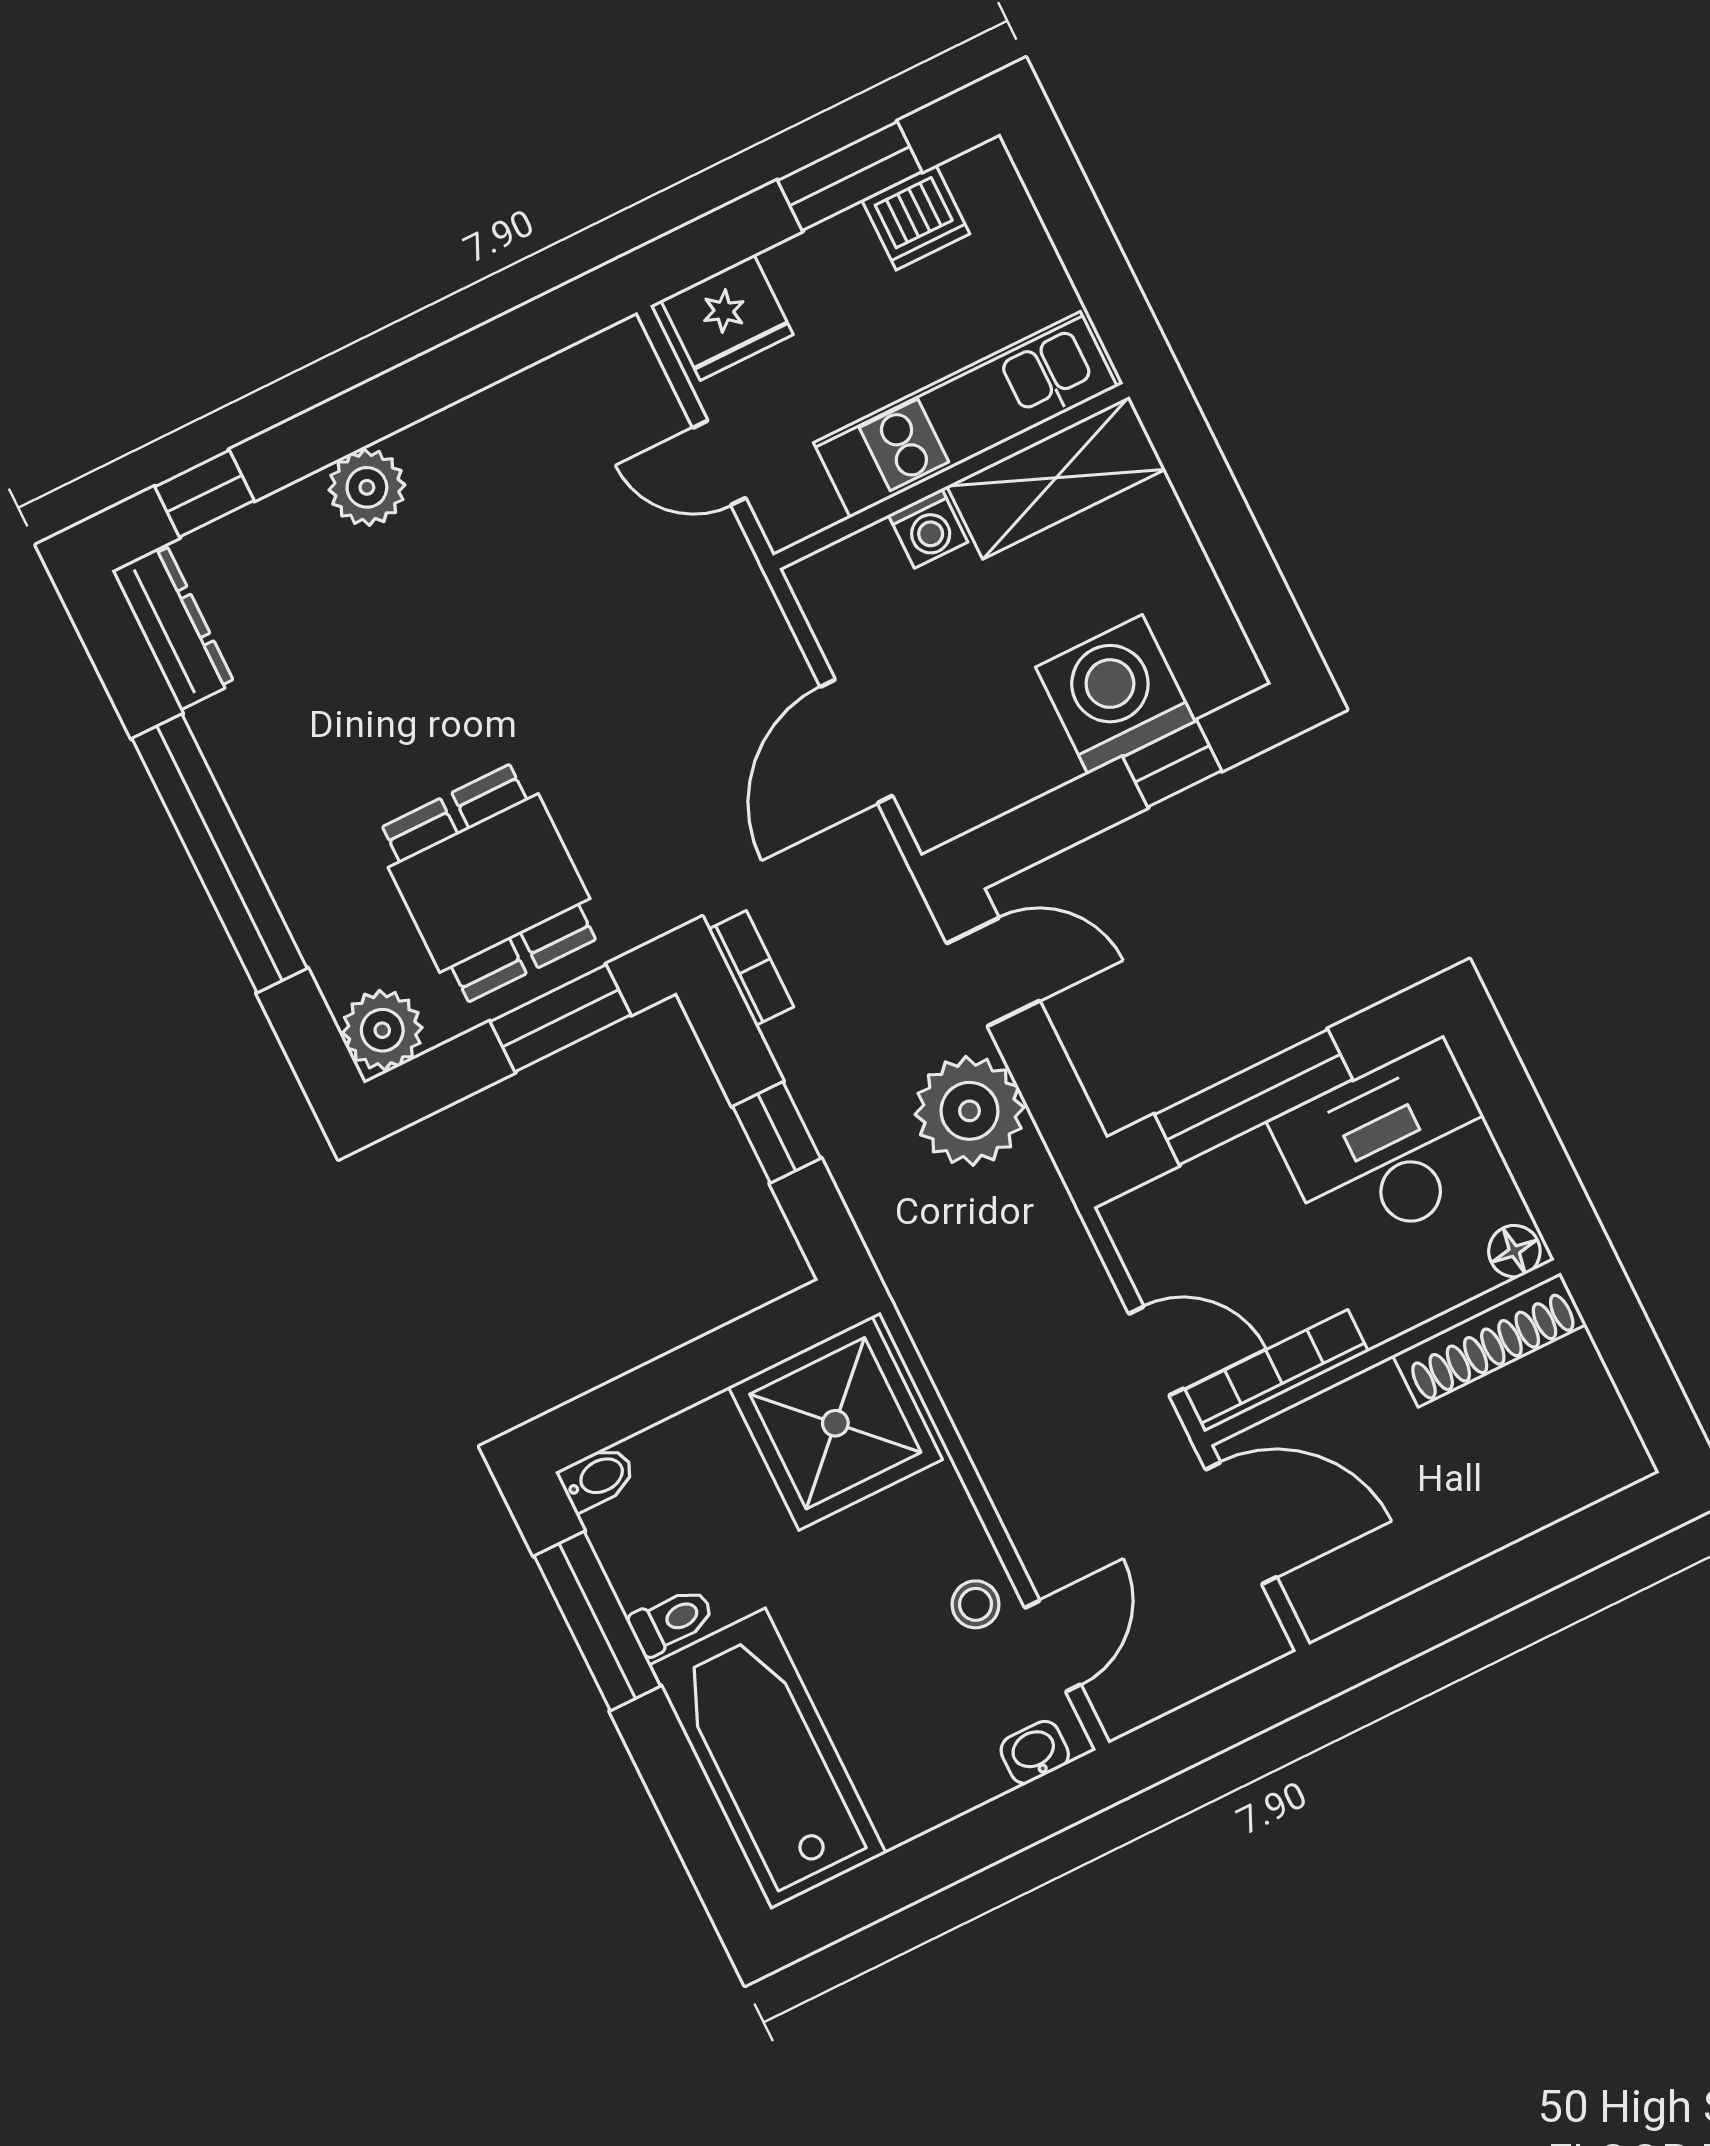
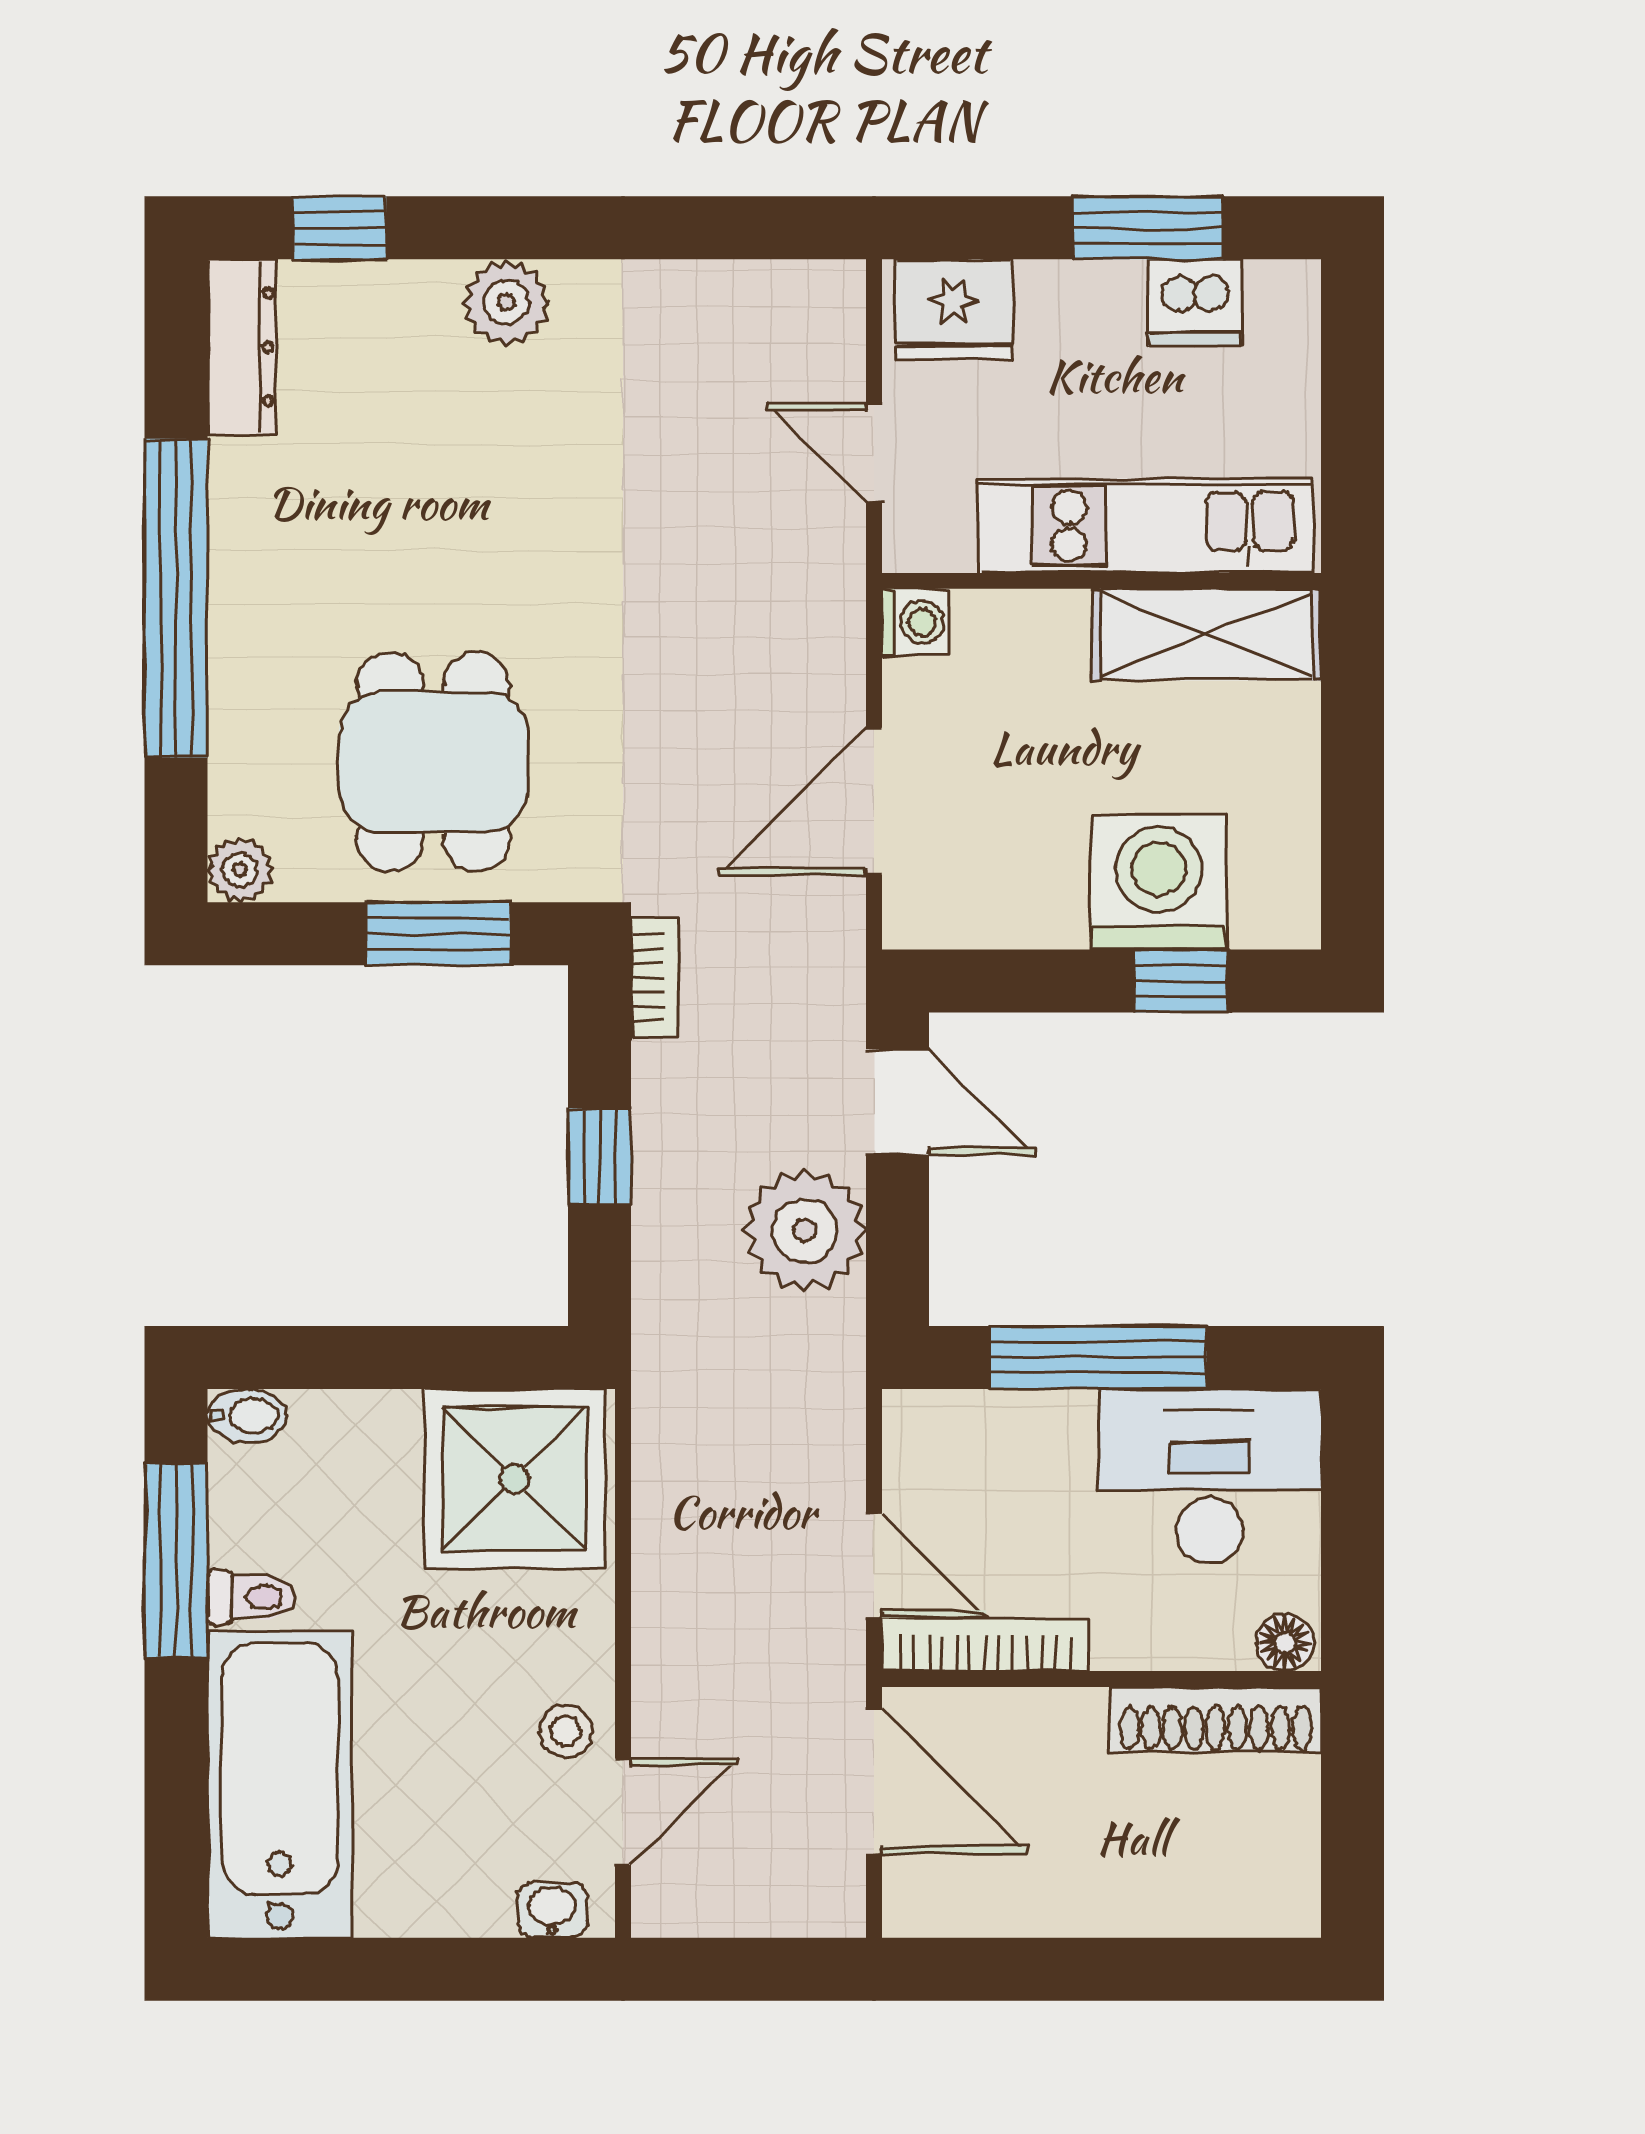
washing machine: (928, 528) -> (915, 622), moved, turned -90
plant: (382, 1030) -> (240, 870), width x0.73, depth x0.73

